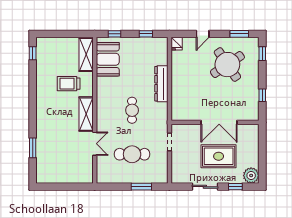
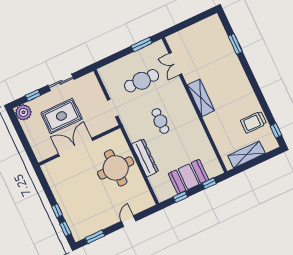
fridge: (177, 44) -> (148, 201), removed
shelving: (86, 54) -> (246, 155), moved, turned 90
booth: (108, 59) -> (188, 177), moved, turned 90
round table: (227, 65) -> (116, 168), moved, turned 34
trolley: (69, 84) -> (254, 122), moved, turned 180
window: (262, 95) -> (57, 211), moved
double door: (95, 144) -> (175, 64), moved
window: (141, 187) -> (142, 45), moved

